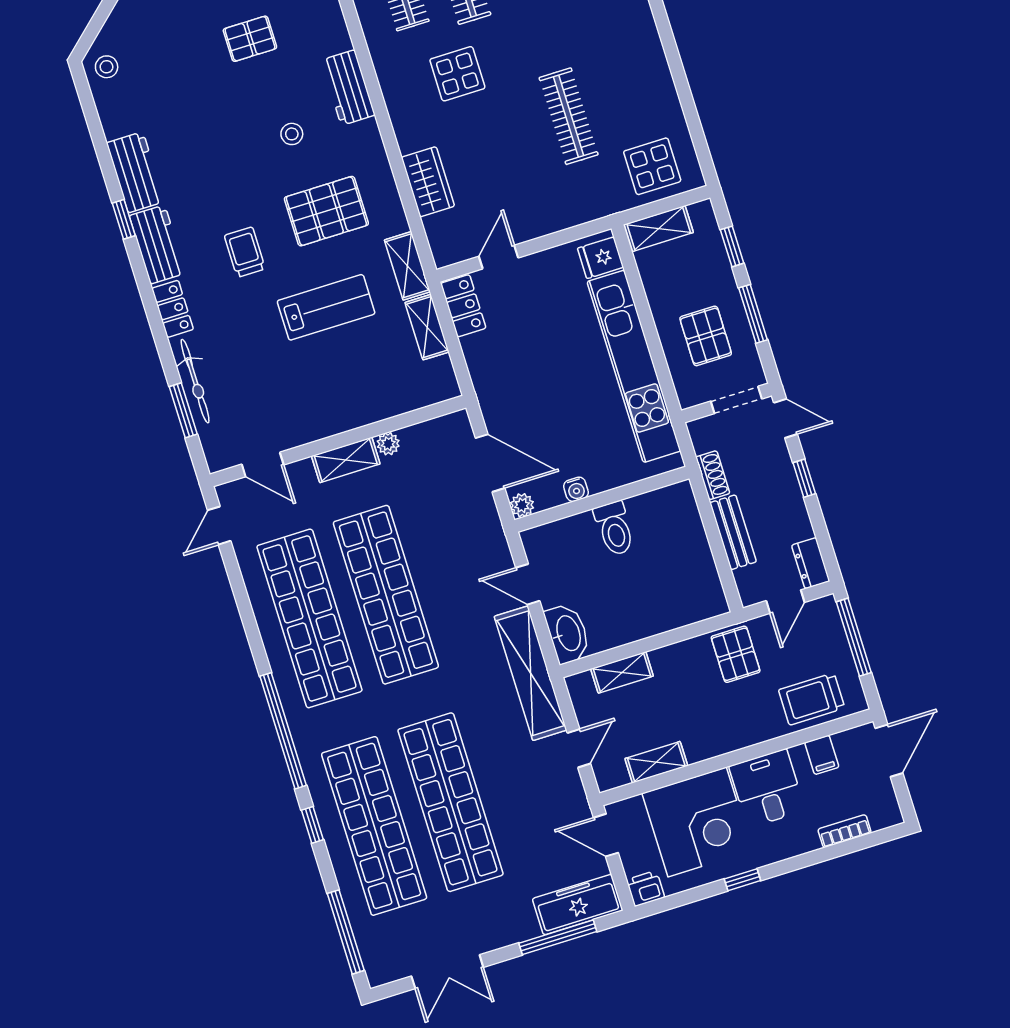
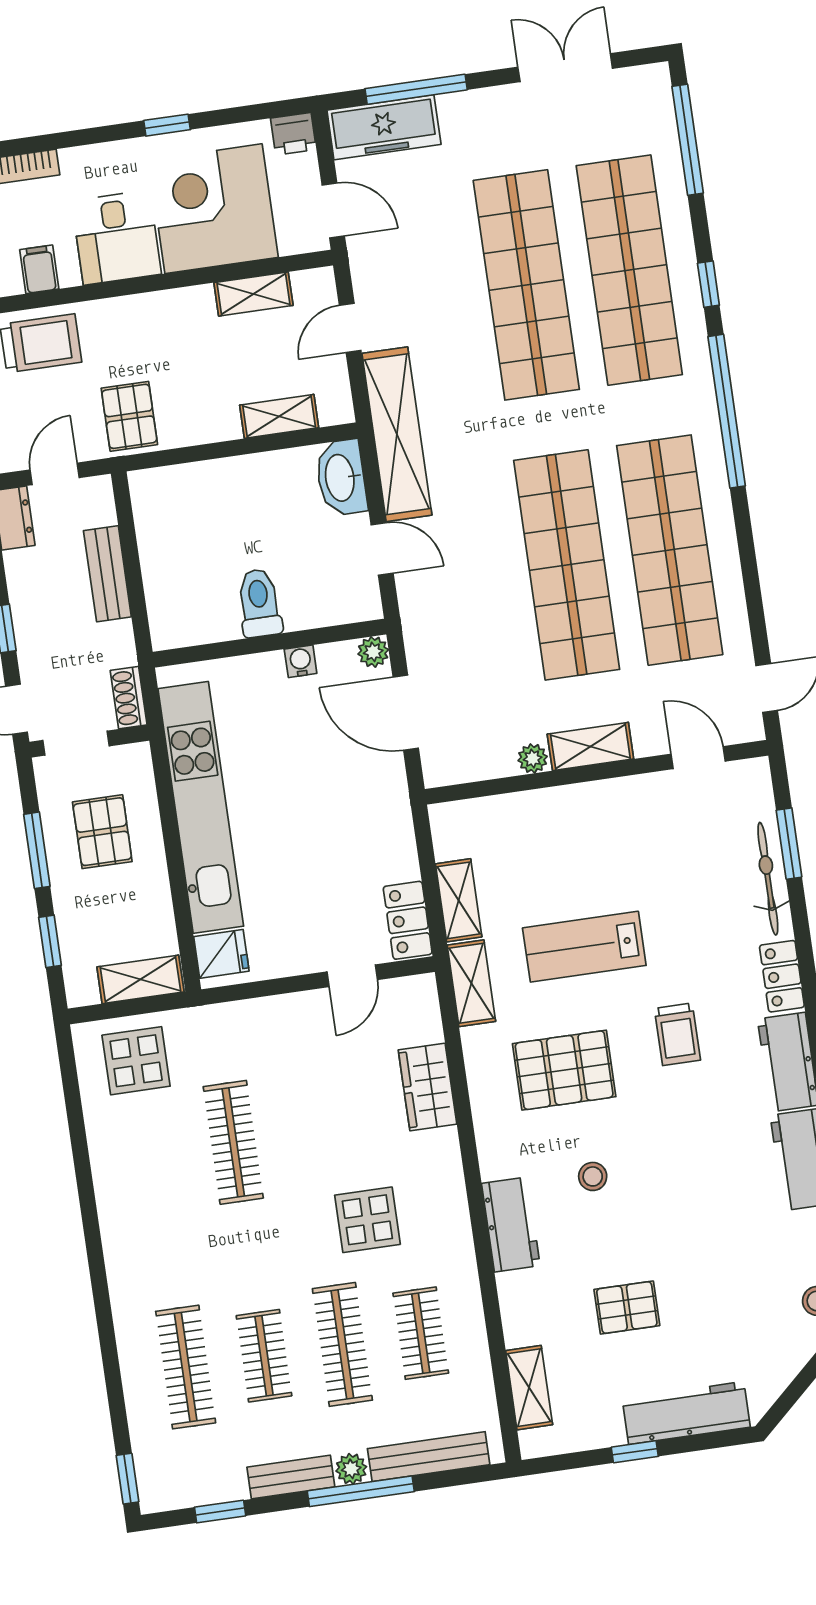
shoe rack: (713, 475) -> (129, 698), moved

